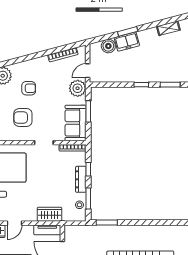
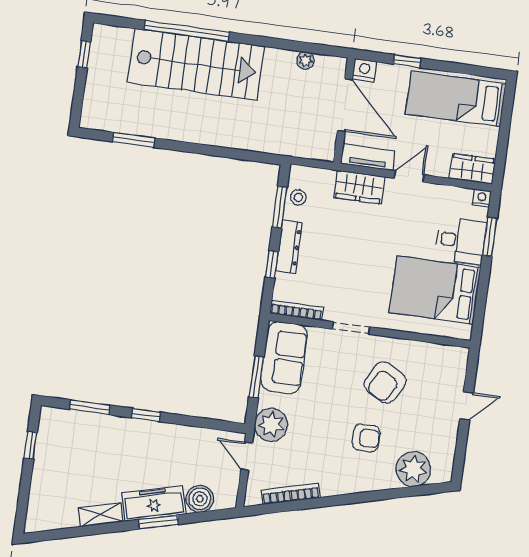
shelving: (168, 28) -> (101, 515), moved
freezer: (127, 42) -> (154, 504), width x1.40
door: (88, 71) -> (247, 456), swing flipped
armchair: (29, 88) -> (366, 438), turned 180
armchair: (23, 117) -> (385, 382), turned 119
window: (107, 222) -> (134, 140), moved
door: (14, 223) -> (409, 176), moved

